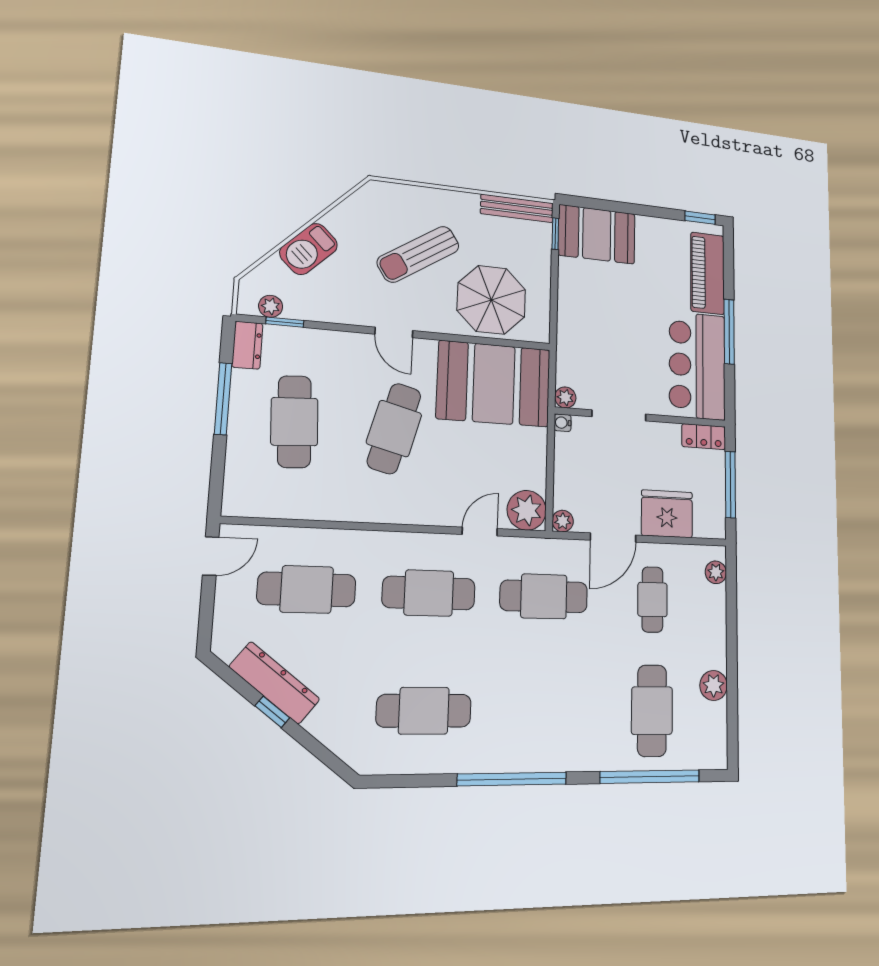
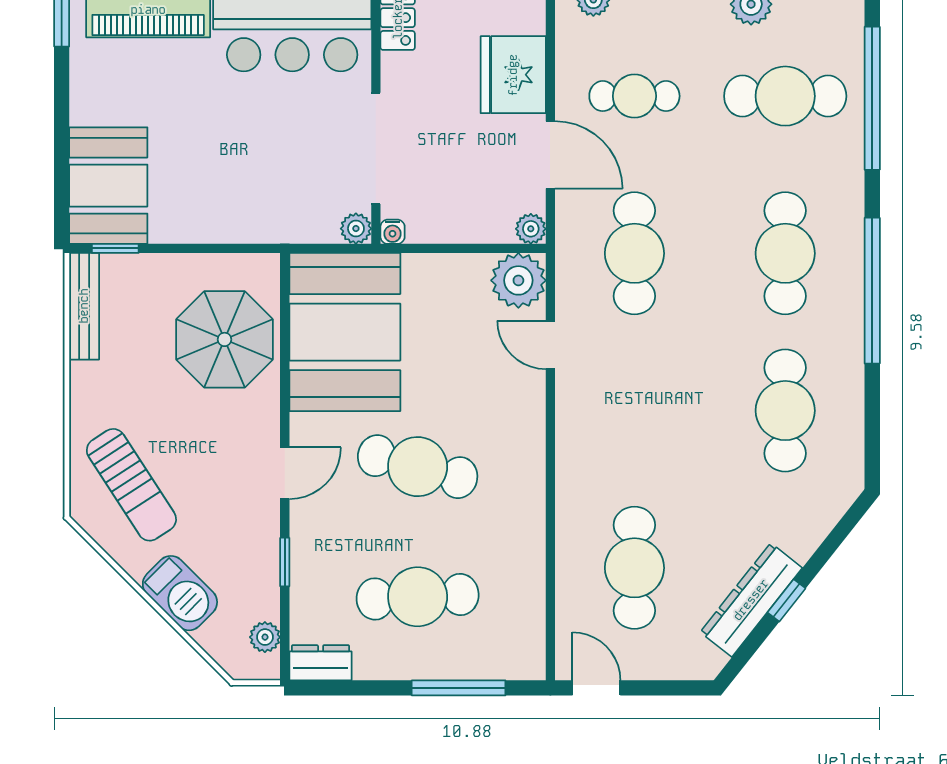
sun lounger: (418, 254) -> (131, 485), moved
window: (285, 322) -> (285, 562), moved
window: (223, 399) -> (459, 688), moved
doorway: (619, 415) -> (376, 148), width x1.36
cafe table: (429, 593) -> (785, 253), moved

